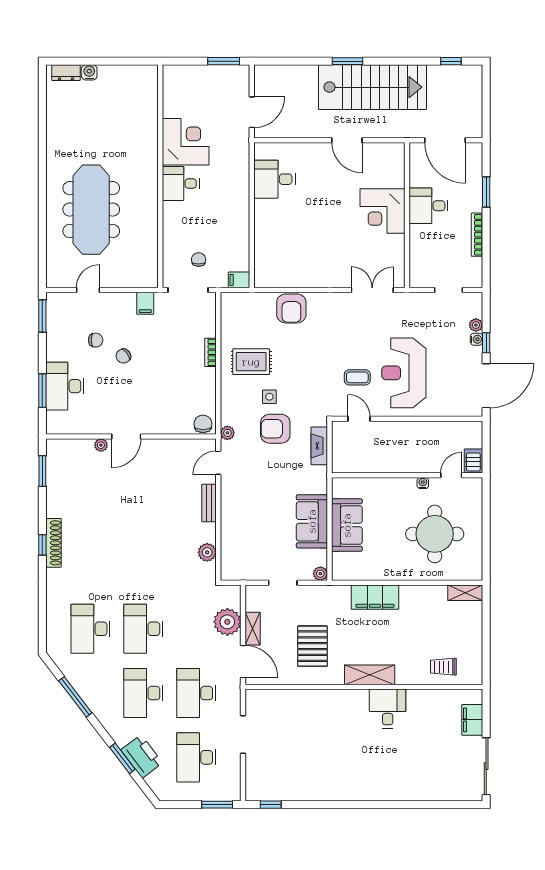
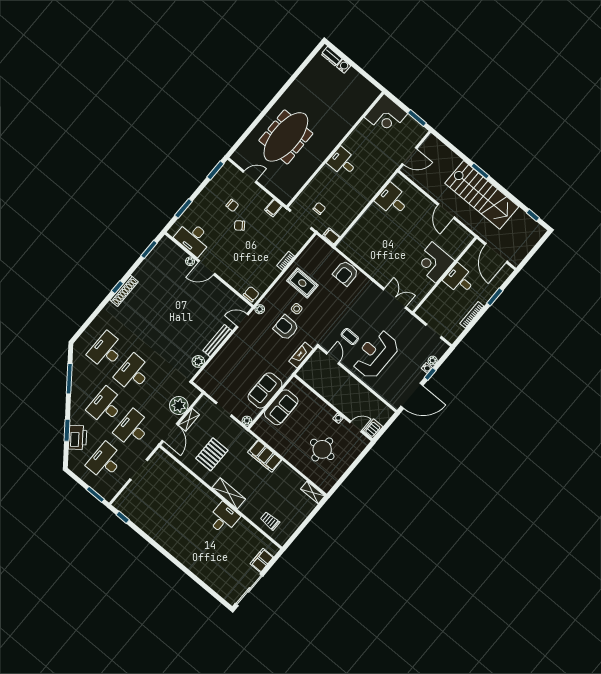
corner desk: (186, 142) -> (386, 115), moved, turned 90
desk: (65, 386) -> (193, 238), moved, turned -90
bench: (209, 503) -> (217, 341), width x1.36
round table: (435, 534) -> (322, 449), width x0.73, depth x0.73

